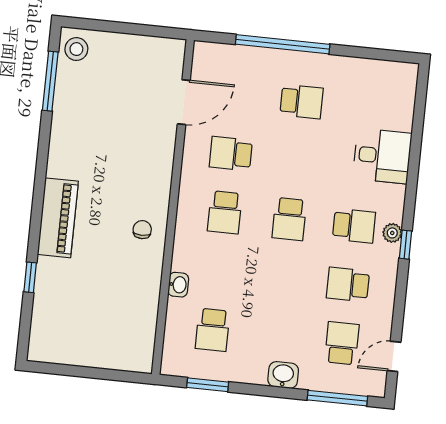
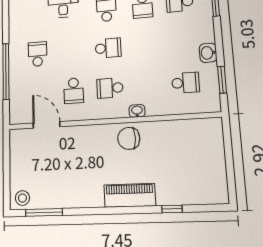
school desk: (225, 212) -> (110, 88), turned 180
chair: (142, 230) -> (129, 138), width x1.87, depth x1.87
washbasin: (178, 285) -> (137, 111), moved
washbasin: (283, 375) -> (208, 53), moved

